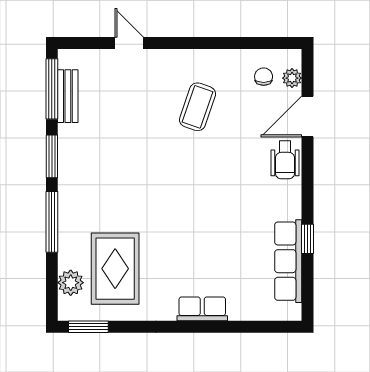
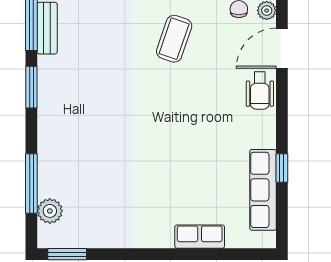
window: (52, 222) -> (31, 184), moved
rug: (115, 269) -> (93, 197), removed
row of seats: (202, 309) -> (200, 237), moved

